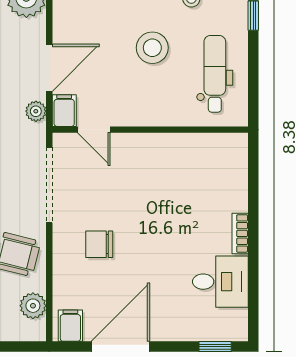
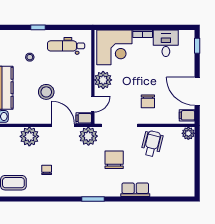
stool: (152, 48) -> (46, 92), moved
plant: (36, 111) -> (88, 136), width x1.88, depth x1.88
plant: (144, 151) -> (103, 80), added
corner desk: (212, 175) -> (114, 47), added
plant: (33, 306) -> (188, 133), moved

